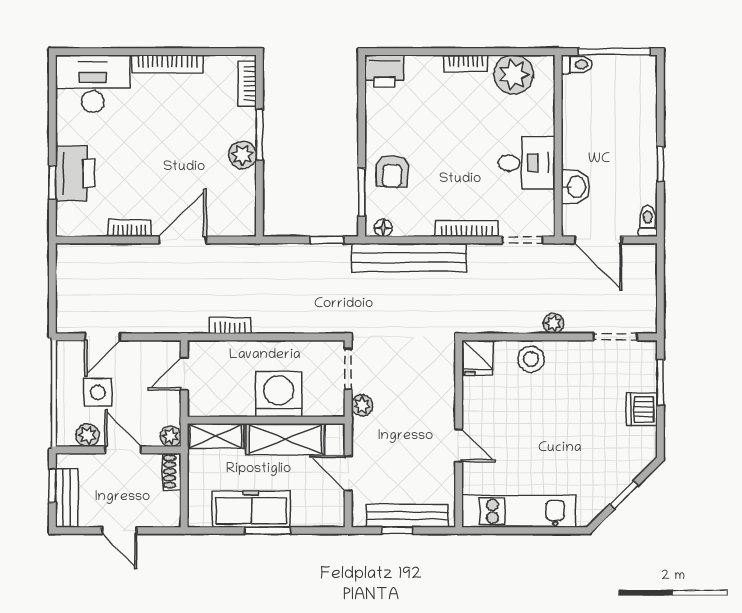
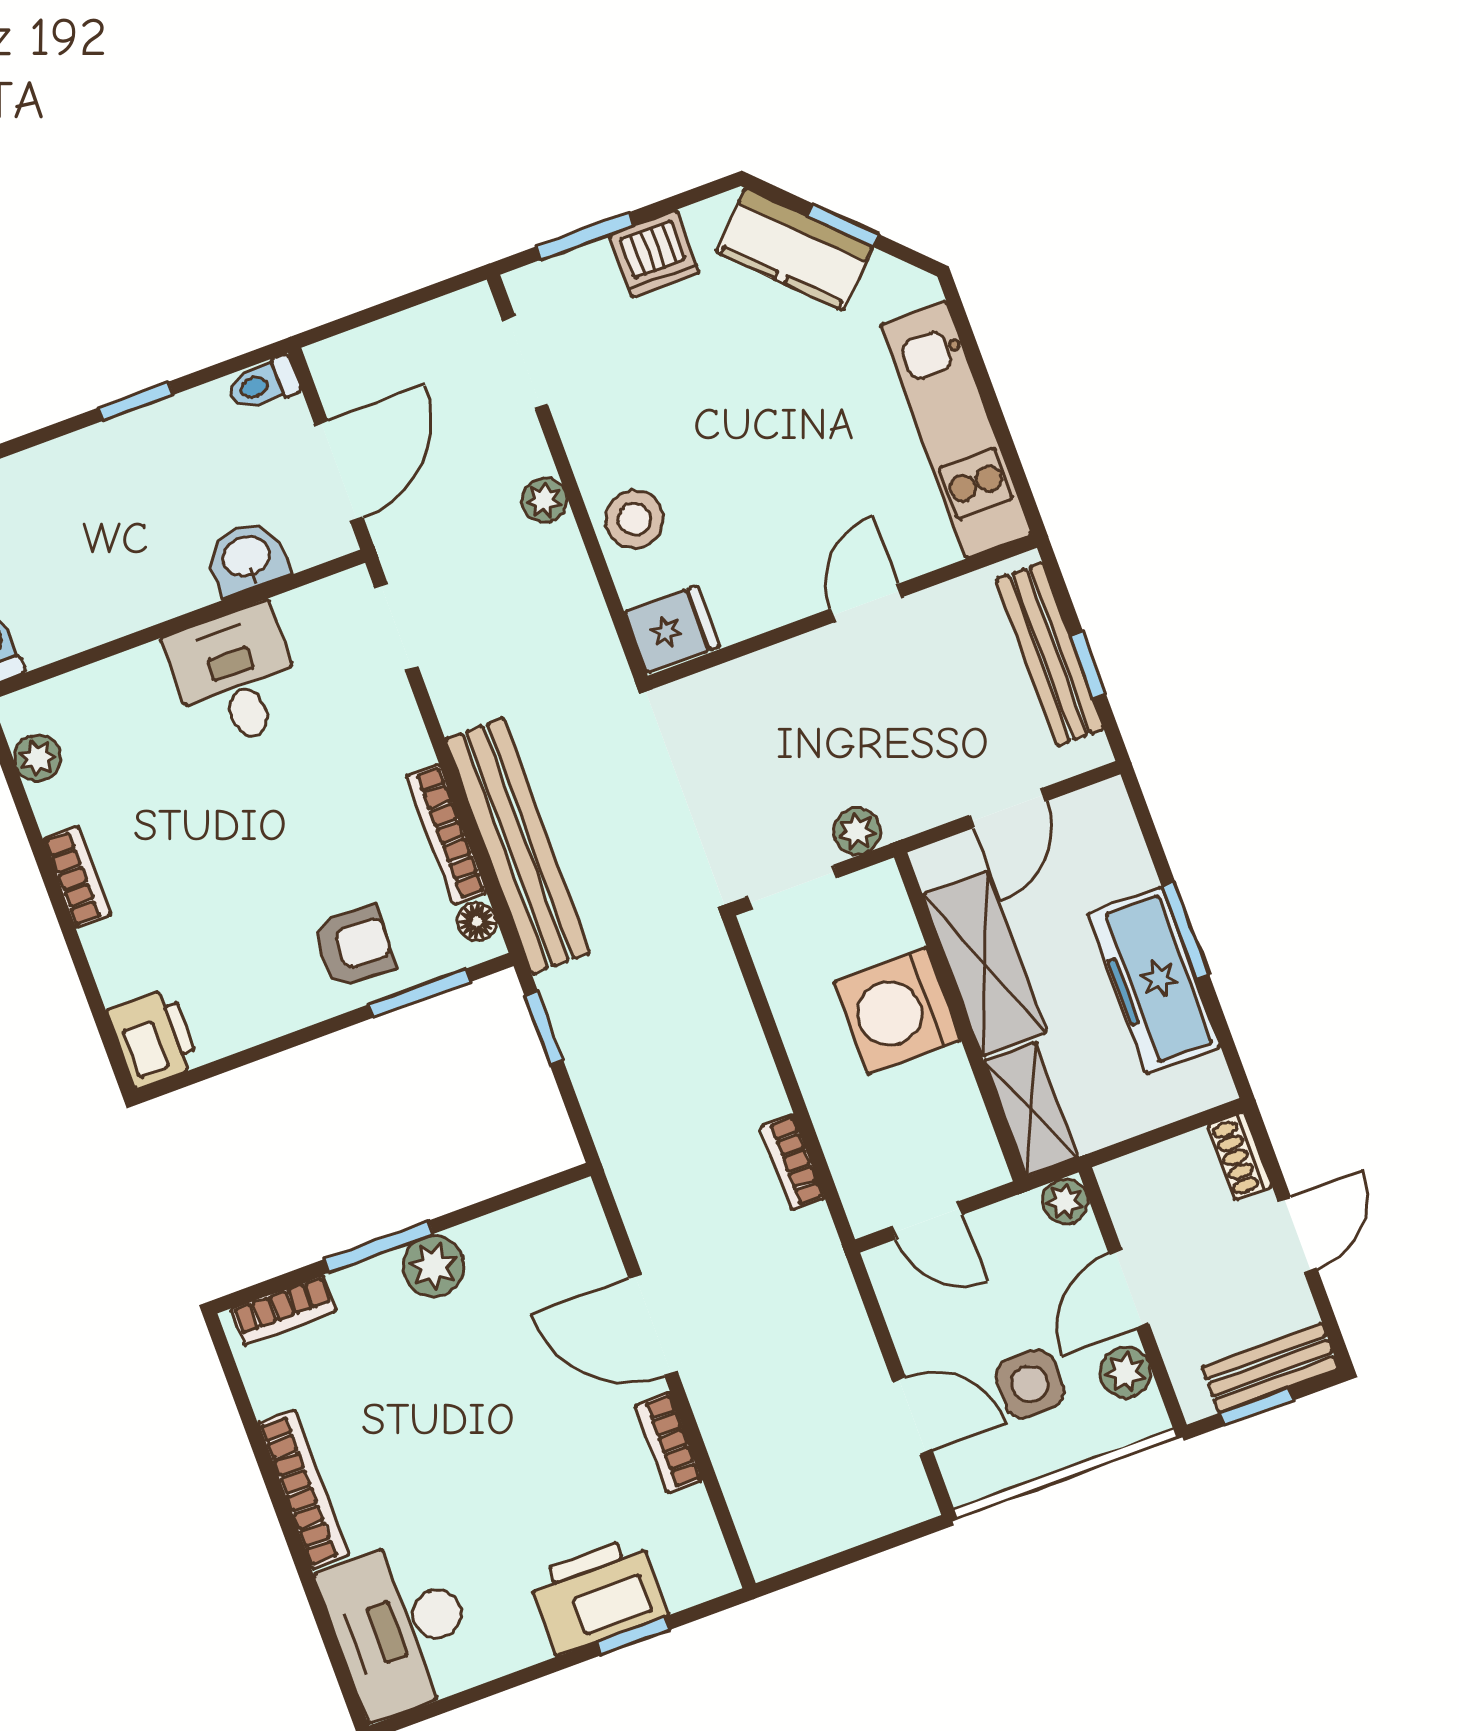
plant: (514, 75) -> (37, 758), width x0.53, depth x0.53
bookcase: (467, 229) -> (446, 834), moved
kitchen counter: (622, 470) -> (794, 249), added
shoe rack: (172, 471) -> (1240, 1156), moved, turned 90

